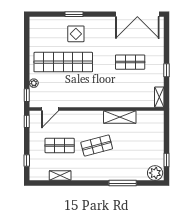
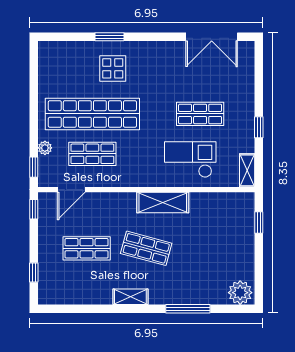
double door: (137, 14) -> (212, 37), width x0.73
shop shelf: (63, 87) -> (92, 154), added
checkout: (124, 90) -> (190, 160), added
shelving: (120, 117) -> (163, 202), moved
shop shelf: (97, 146) -> (146, 248), turned 30
window: (167, 160) -> (259, 223), moved
shelving: (60, 176) -> (130, 297), moved

